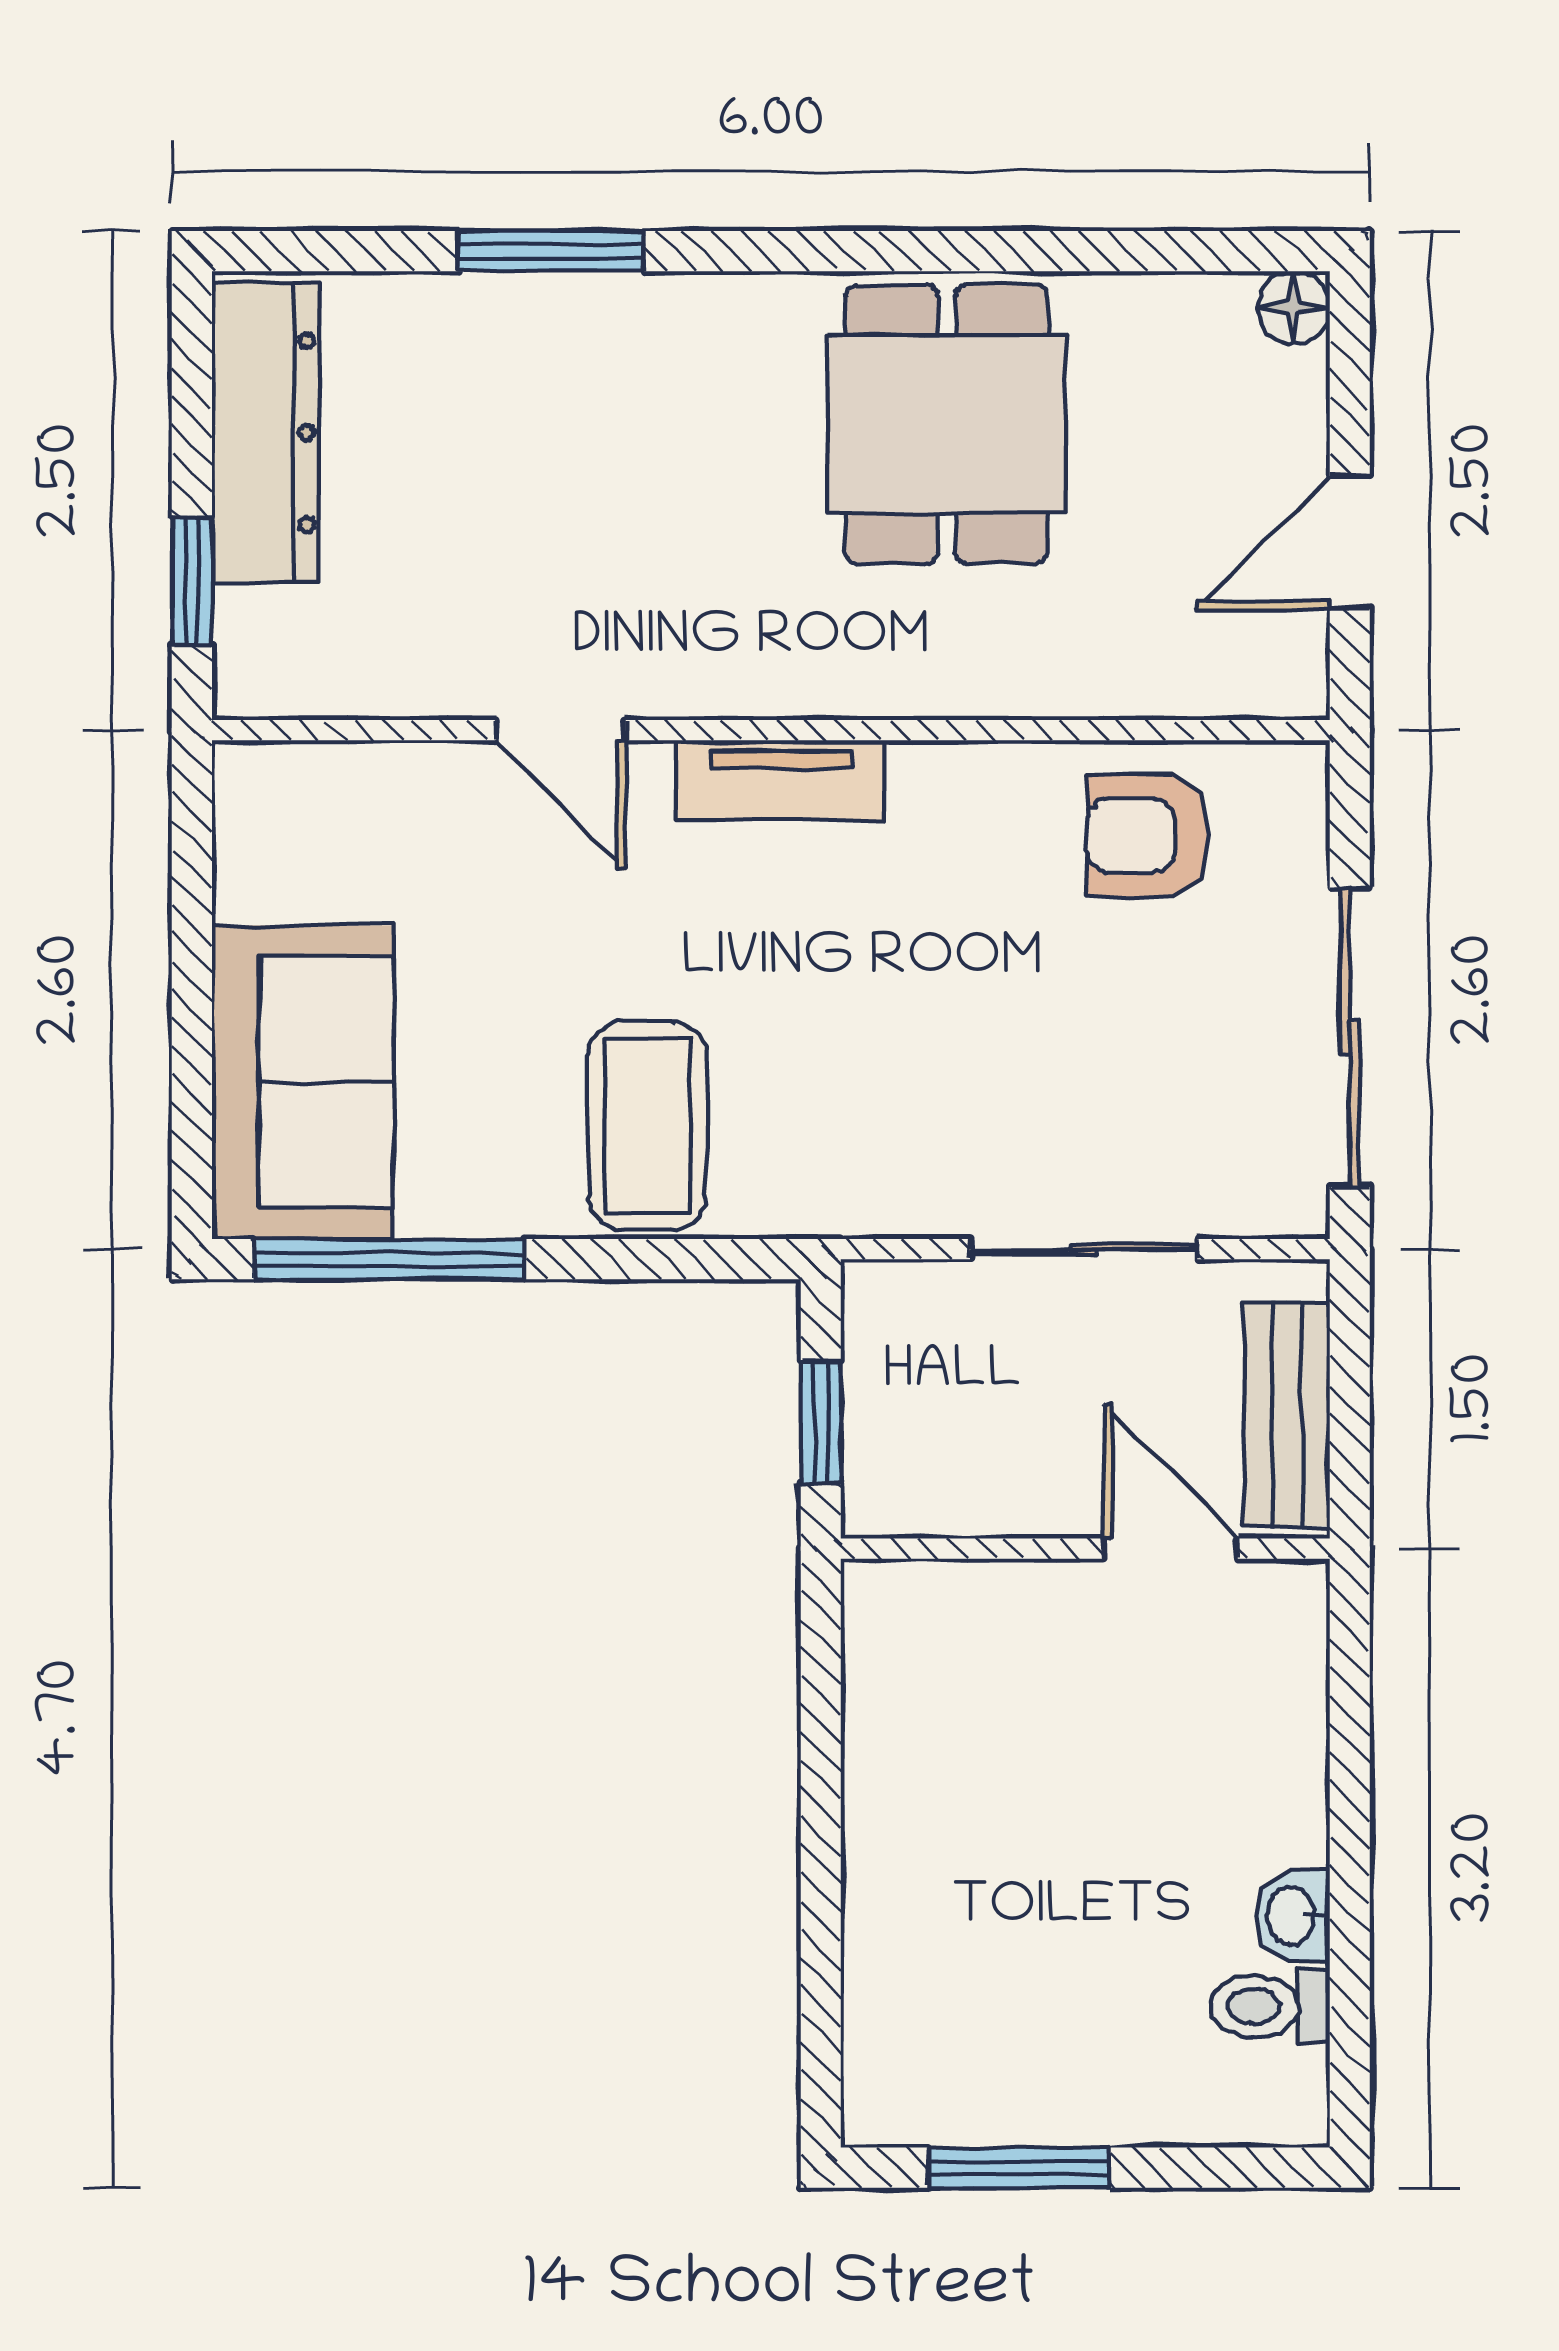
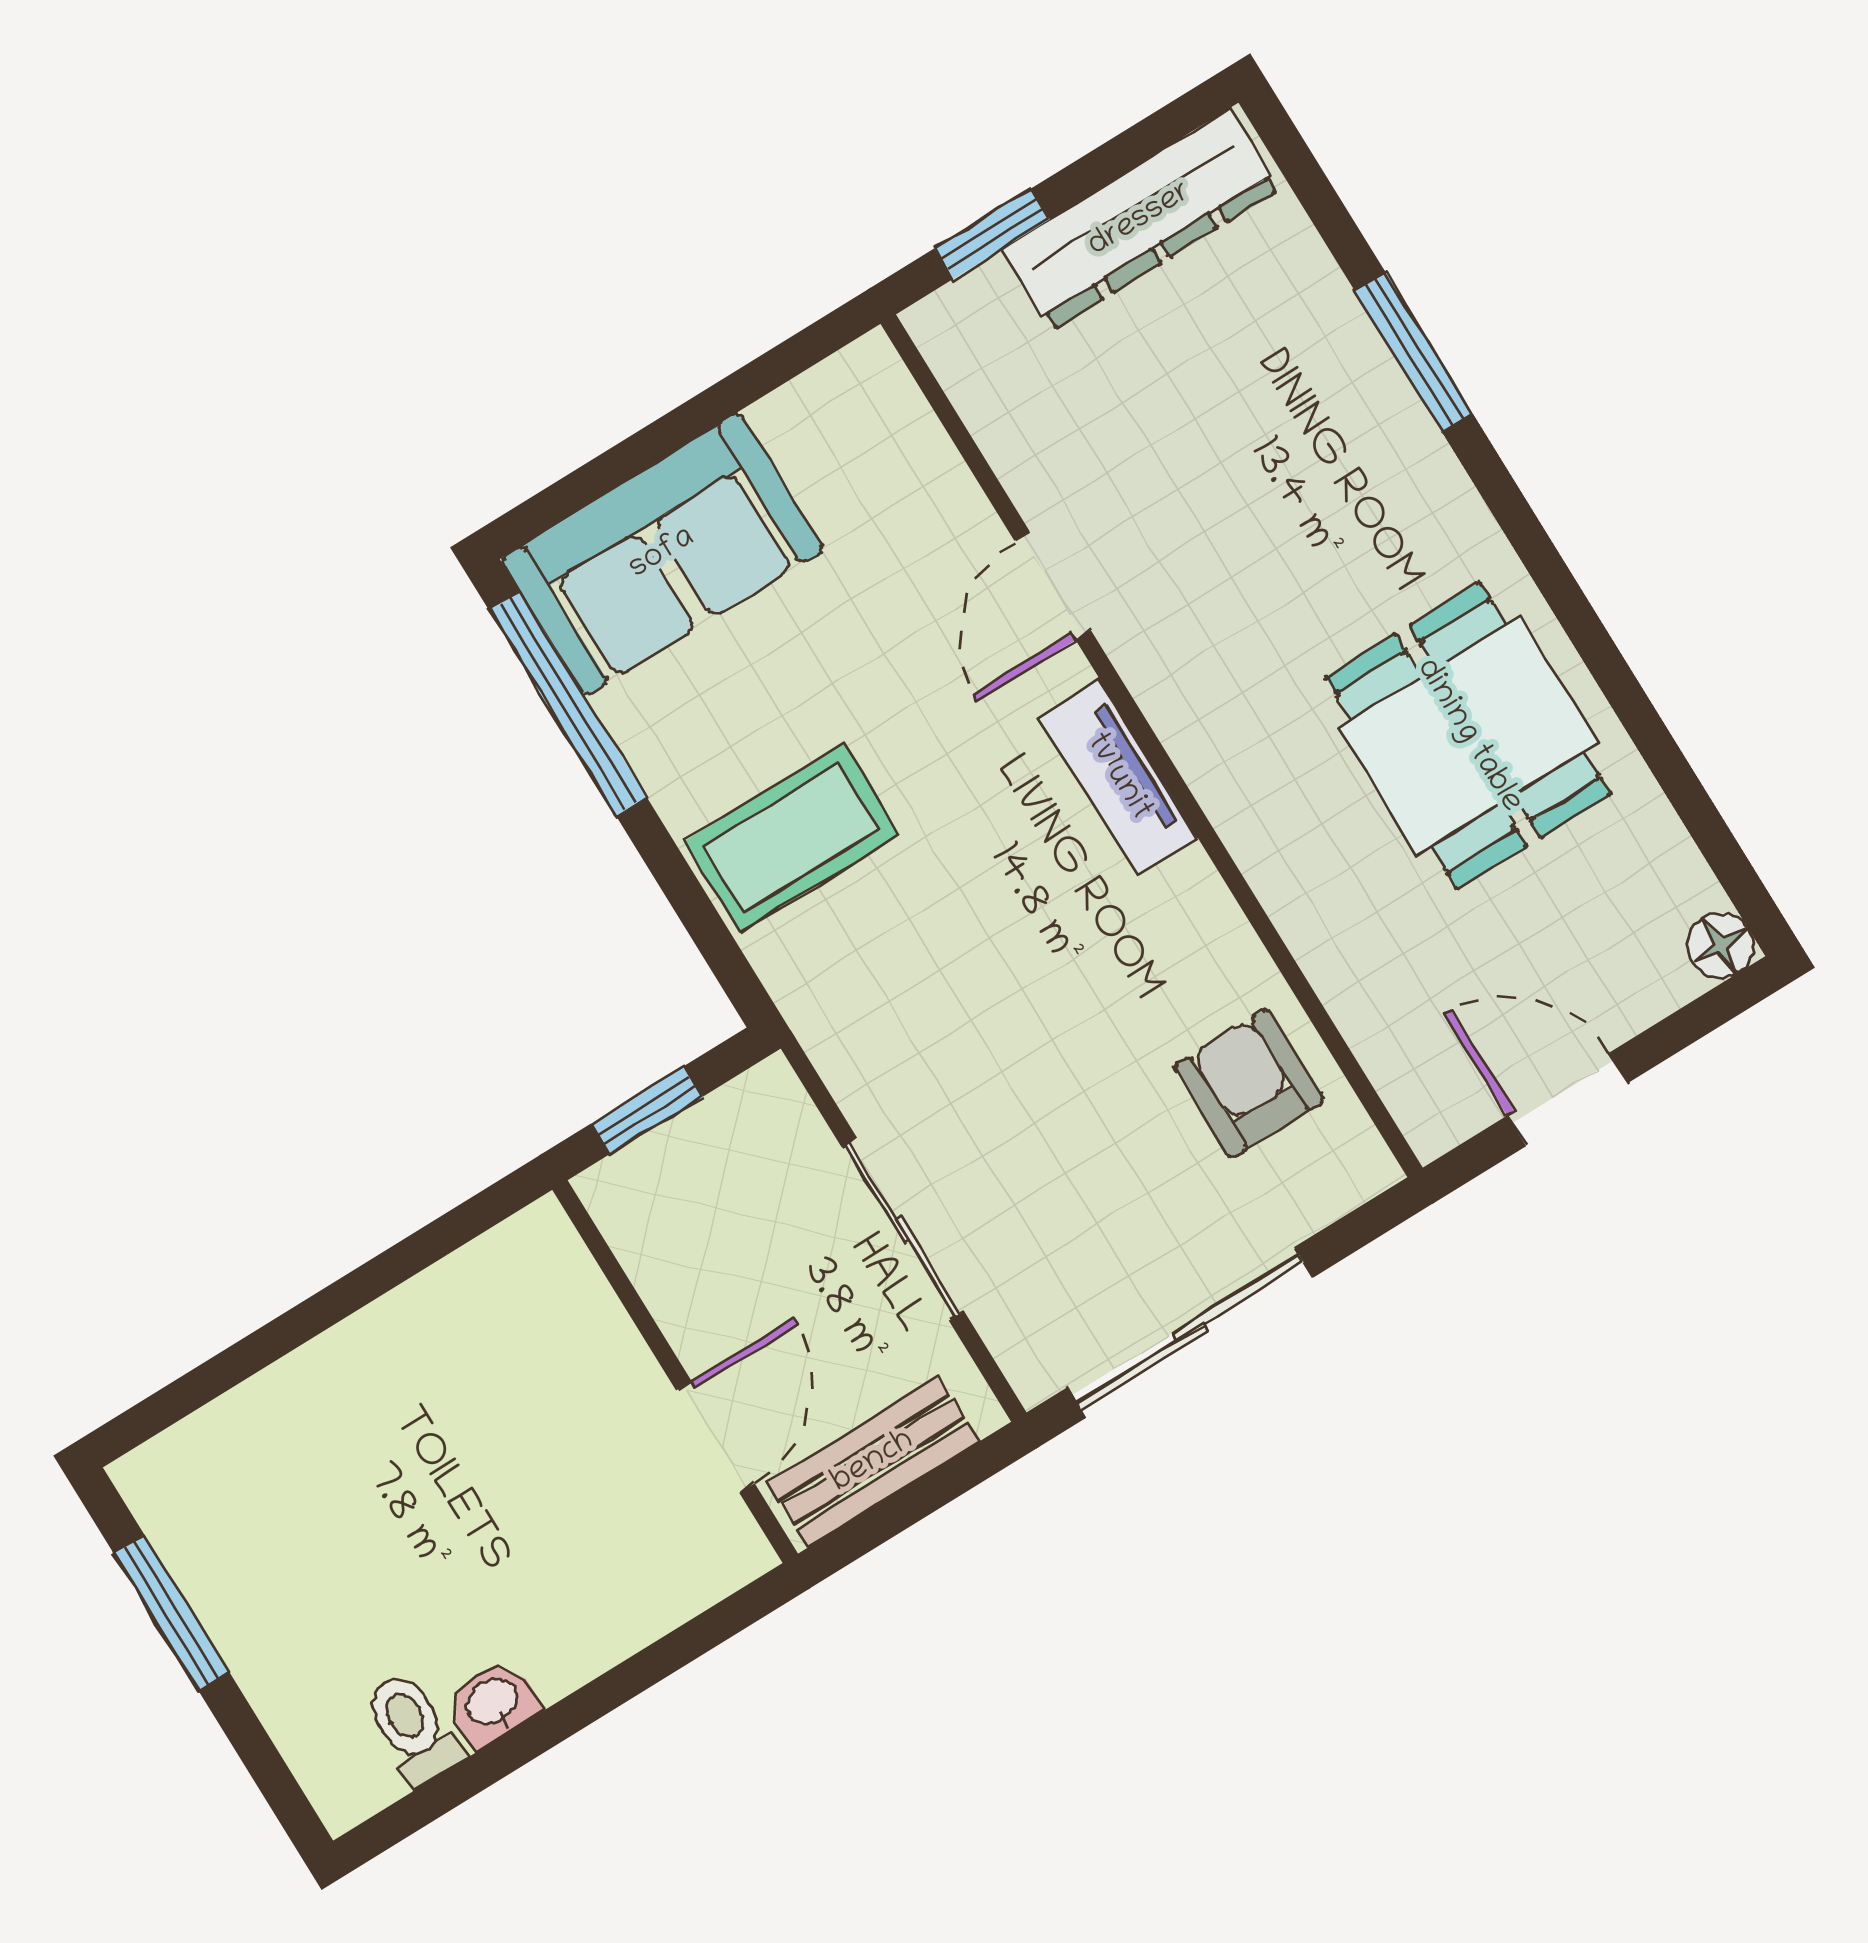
dining table: (947, 424) -> (1468, 736), turned 90

